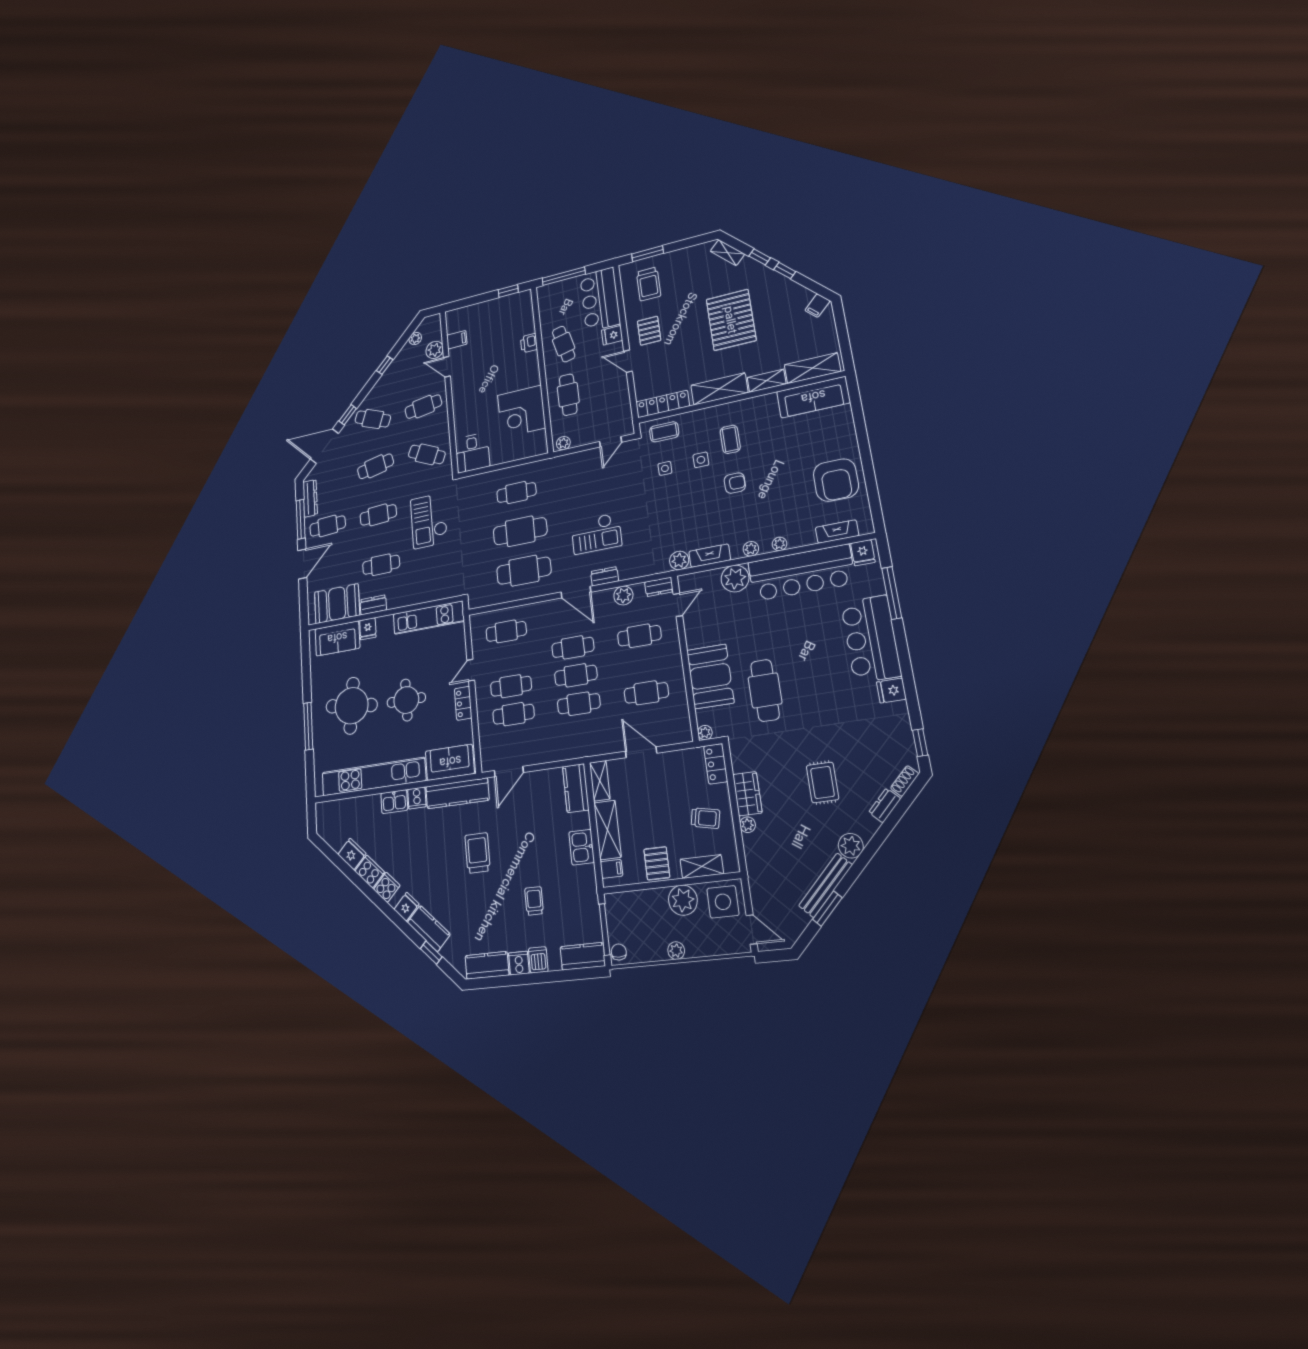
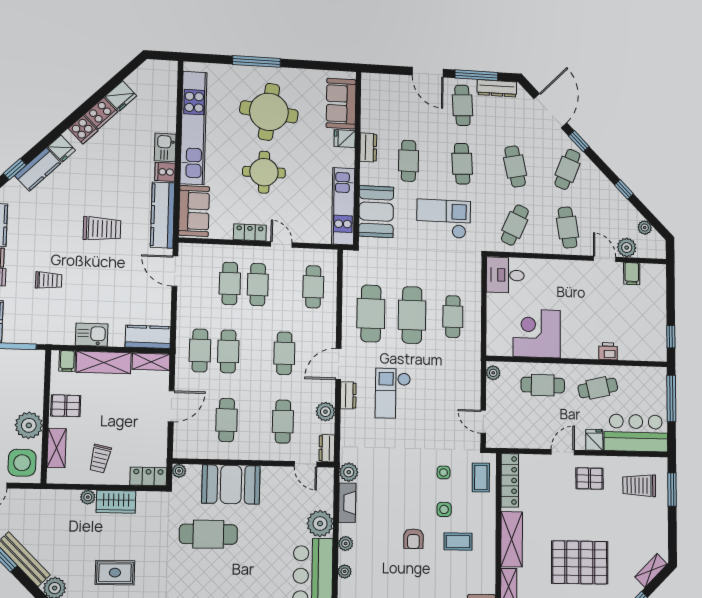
door: (447, 367) -> (605, 259), hinge flipped
booth: (337, 604) -> (376, 212), moved
cafe table: (576, 675) -> (200, 350), moved

